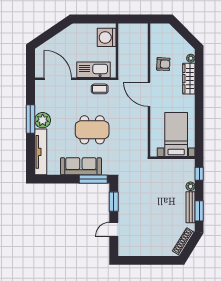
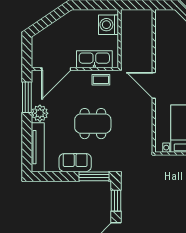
armchair: (163, 64) -> (169, 53), removed
door: (58, 79) -> (56, 69), swing flipped
window: (30, 119) -> (27, 97), moved
sofa: (81, 166) -> (75, 163), width x0.73

